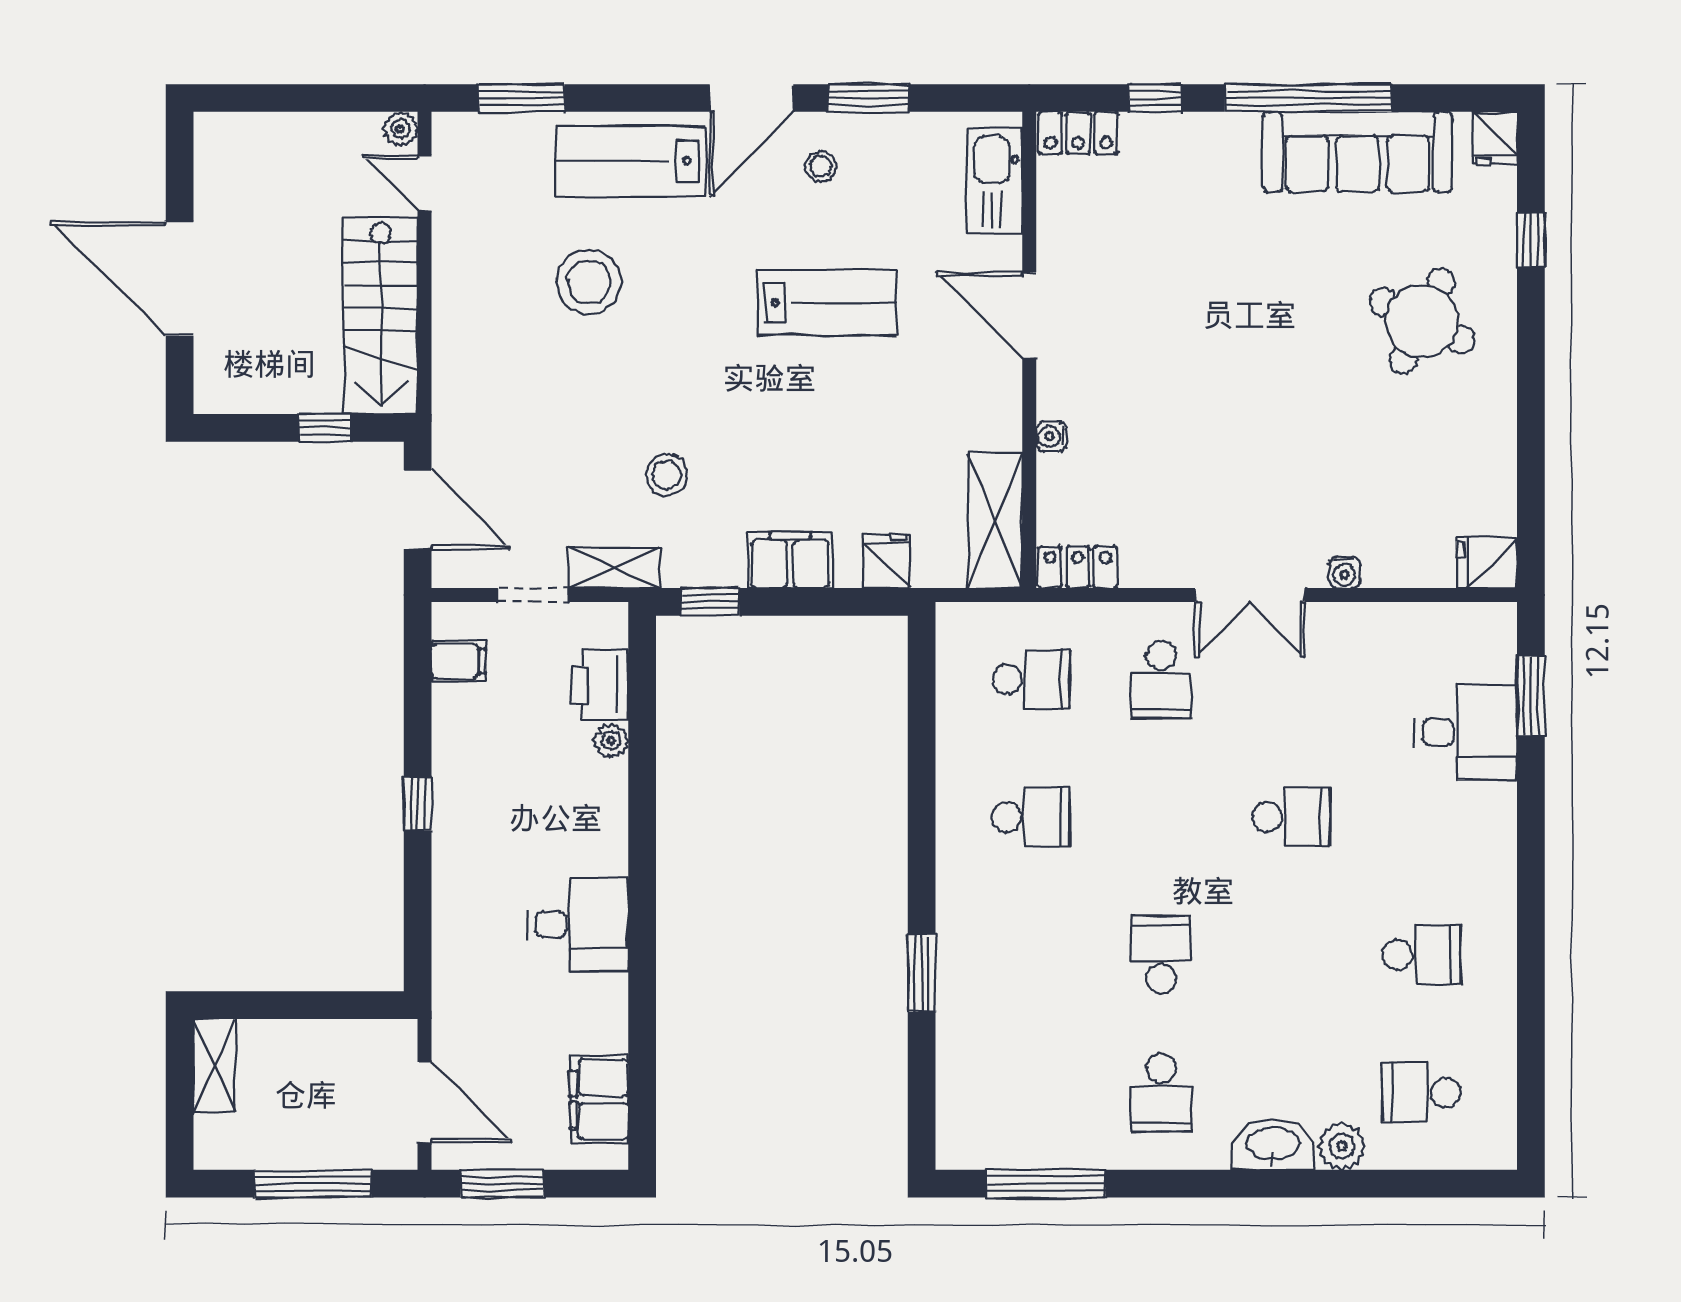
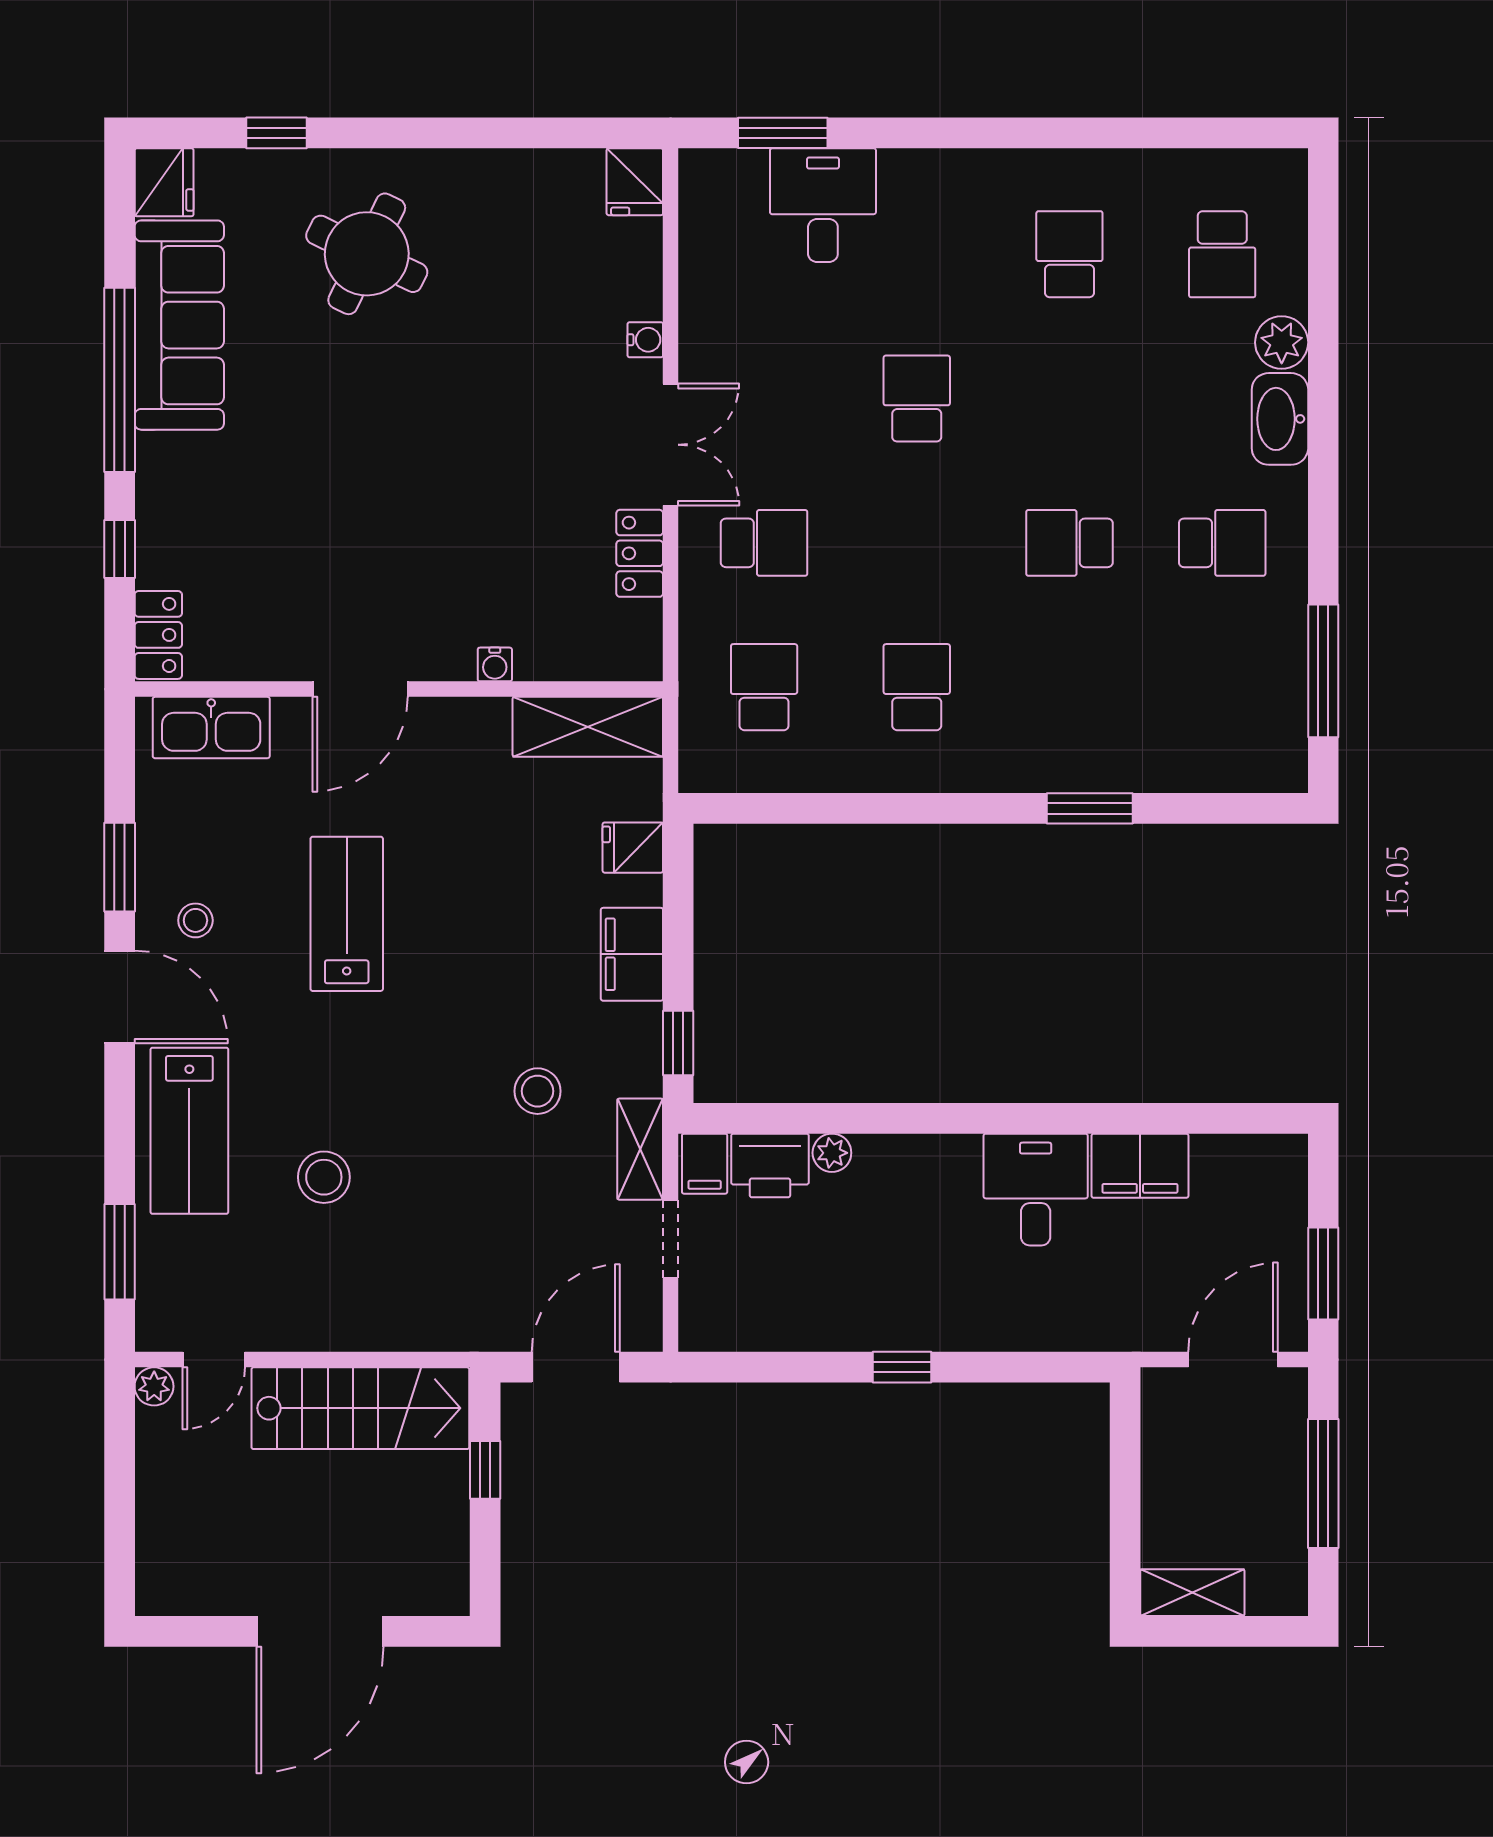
fridge: (1495, 138) -> (164, 182), width x1.38
stool: (589, 282) -> (324, 1177), width x0.73, depth x0.73
locker: (1078, 567) -> (640, 553), moved
filing cabinet: (459, 661) -> (705, 1164), moved, turned 180
filing cabinet: (599, 1099) -> (1140, 1166), moved

